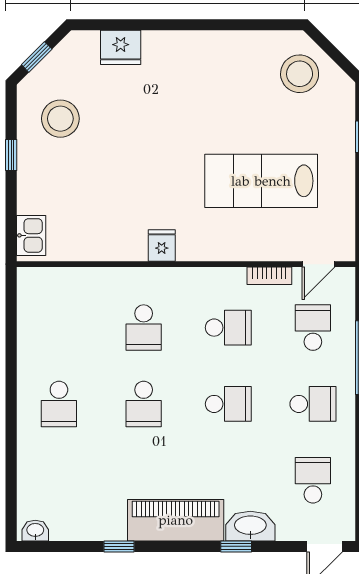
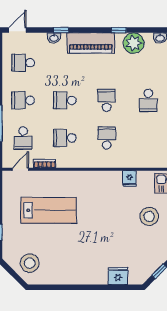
stool: (60, 119) -> (149, 216), moved
fridge: (162, 245) -> (129, 178), moved
school desk: (59, 404) -> (148, 100), turned 180
school desk: (313, 480) -> (23, 63), turned 90
plant: (89, 520) -> (134, 43), added
washbasin: (250, 526) -> (54, 38), width x0.52, depth x0.69

